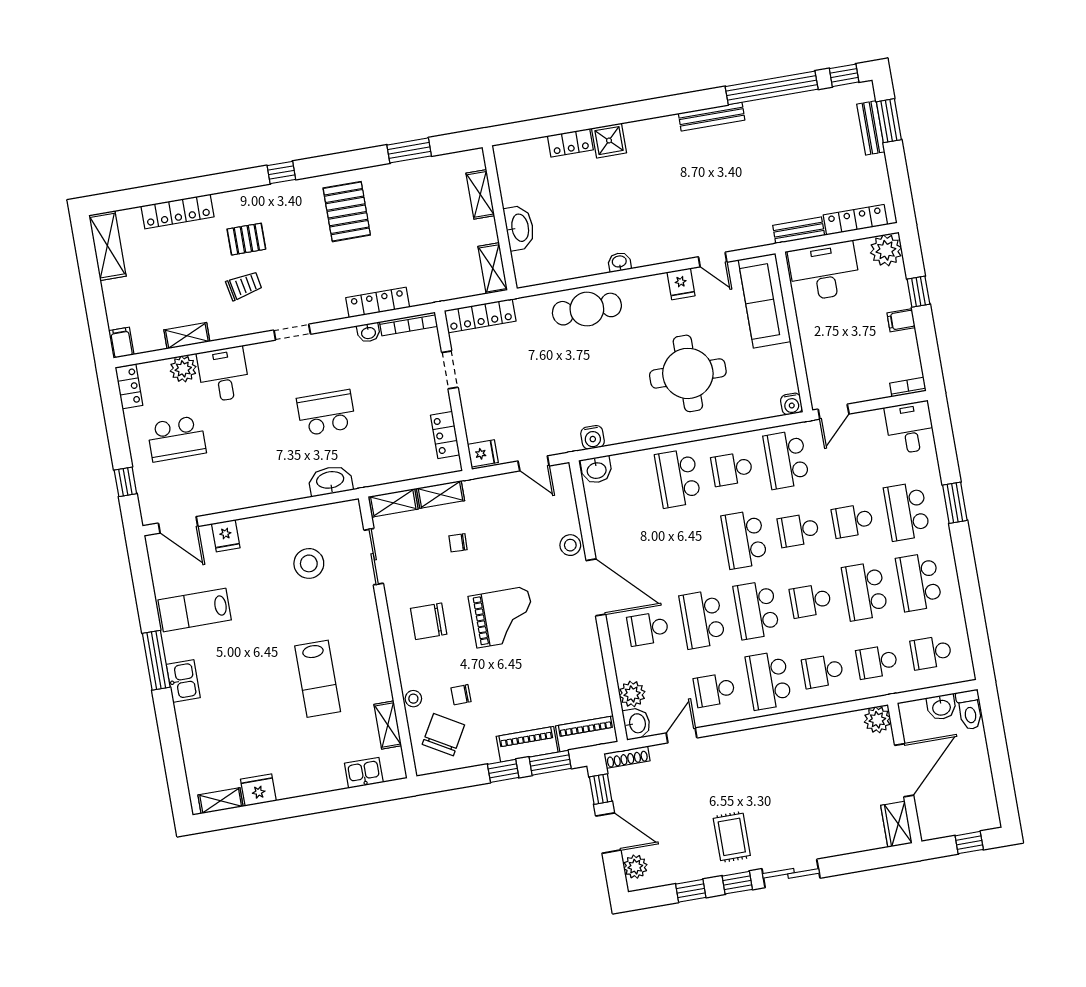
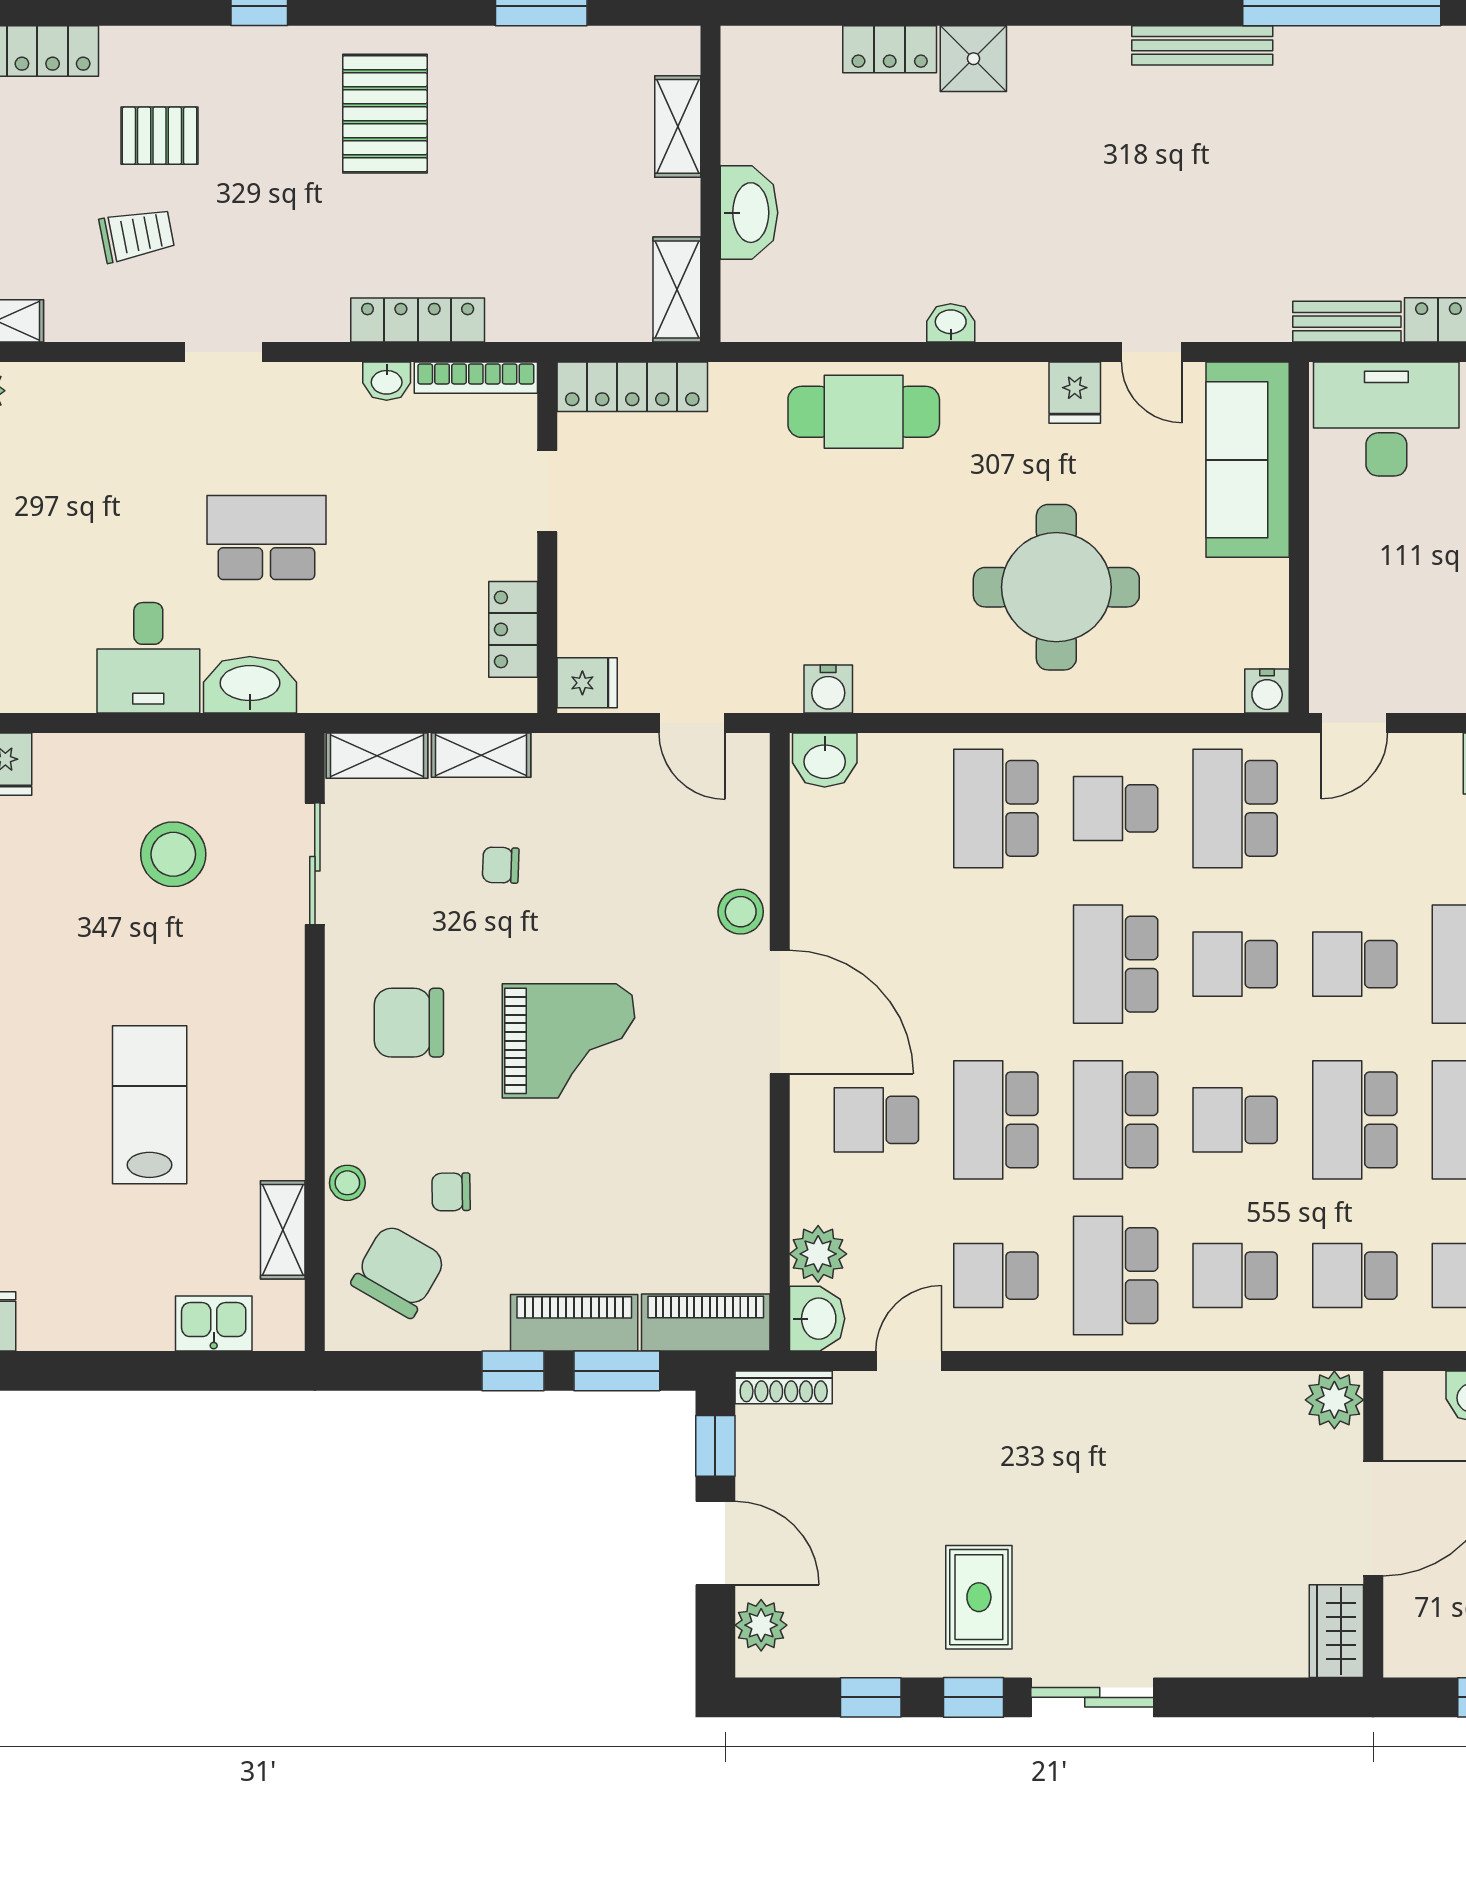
desk: (223, 374) -> (148, 658), moved, turned 180
lab bench: (318, 679) -> (150, 1105), turned 180

